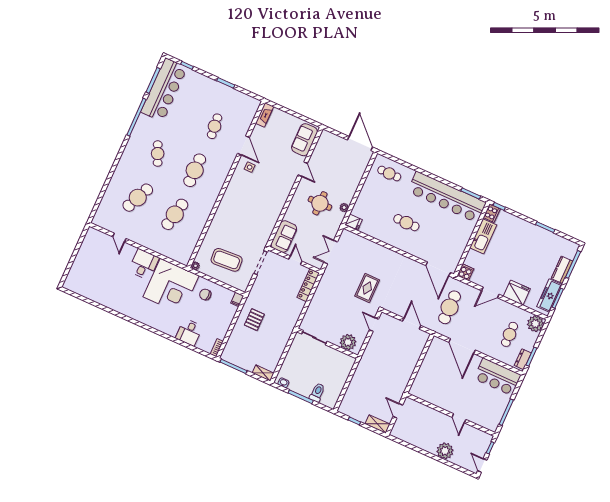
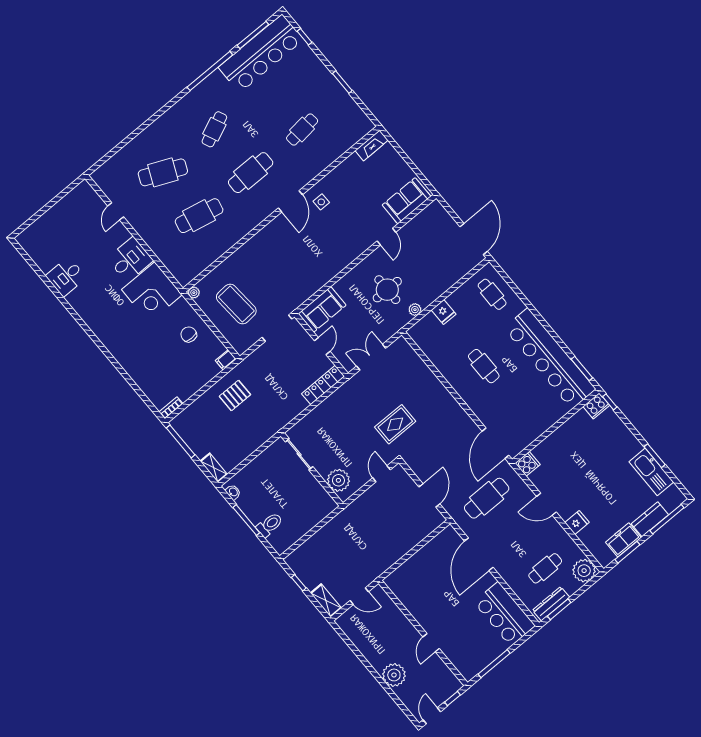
door: (243, 145) -> (290, 201), moved
fridge: (354, 222) -> (444, 312), moved
kitchen sink: (483, 236) -> (651, 472), moved, turned 90
corner desk: (171, 286) -> (152, 292), width x0.74, depth x0.74
fridge: (517, 293) -> (577, 522), width x0.53, depth x0.75
freezer: (549, 295) -> (623, 540), width x0.71
desk: (189, 332) -> (66, 277), moved
dresser: (523, 359) -> (551, 604), width x1.44
door: (398, 411) -> (359, 596), swing flipped

